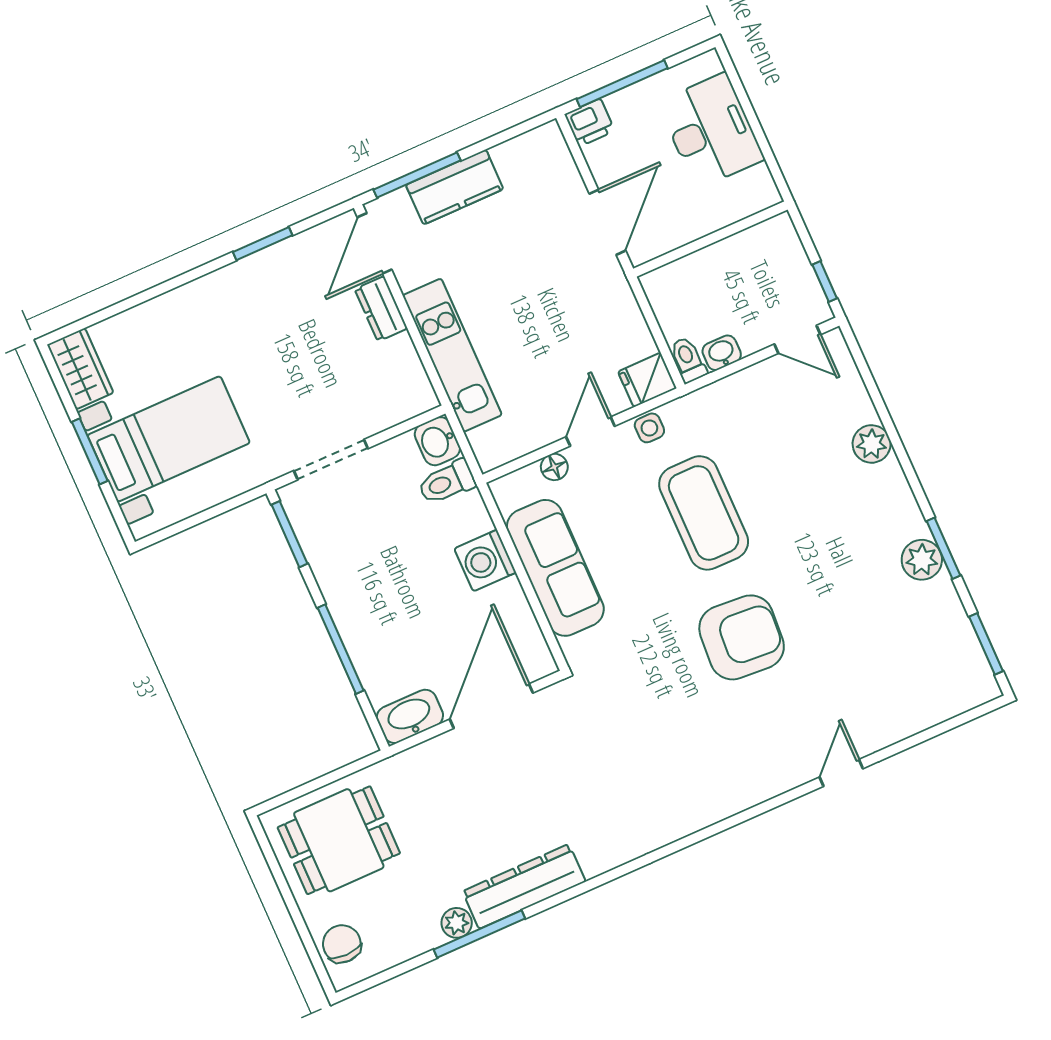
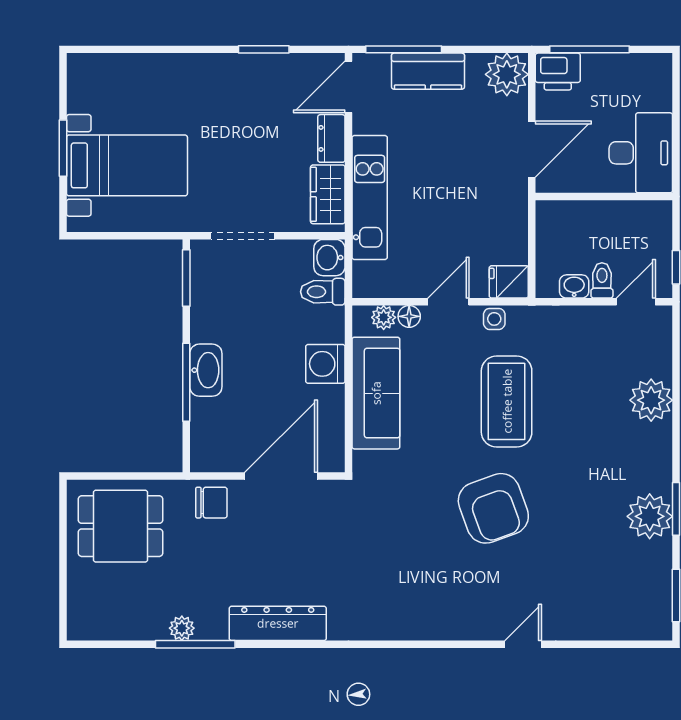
printer: (590, 123) -> (558, 72), width x1.36, depth x1.24
desk: (711, 131) -> (641, 153), moved
plant: (543, 152) -> (507, 74), added
door: (797, 339) -> (636, 302), swing flipped
toilet: (688, 360) -> (602, 280), moved
wardrobe: (80, 369) -> (328, 194), moved, turned 180
plant: (872, 444) -> (651, 400), width x1.36, depth x1.36
plant: (527, 481) -> (384, 317), added
plant: (922, 560) -> (650, 516), width x1.36, depth x1.36
armchair: (742, 637) -> (493, 508), turned 66
washbasin: (410, 716) -> (206, 370), moved, turned 90
dresser: (524, 886) -> (278, 623), moved
chair: (342, 944) -> (211, 503), moved, turned 90

